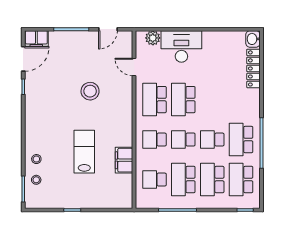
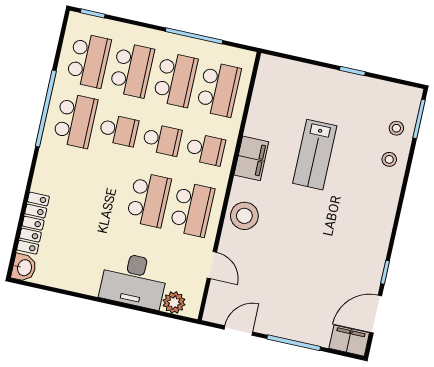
stool: (90, 91) -> (244, 216), moved
filing cabinet: (124, 160) -> (251, 158), moved
school desk: (154, 180) -> (219, 89), width x1.85

